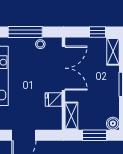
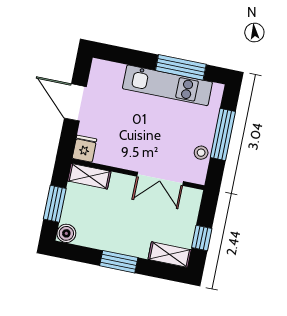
double door: (64, 68) -> (160, 179), width x0.73
fridge: (54, 100) -> (84, 149), moved

